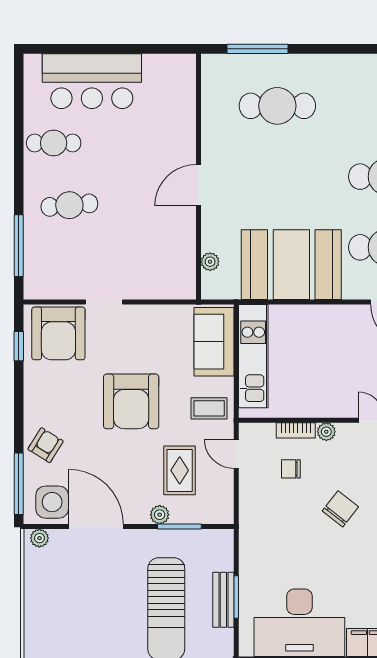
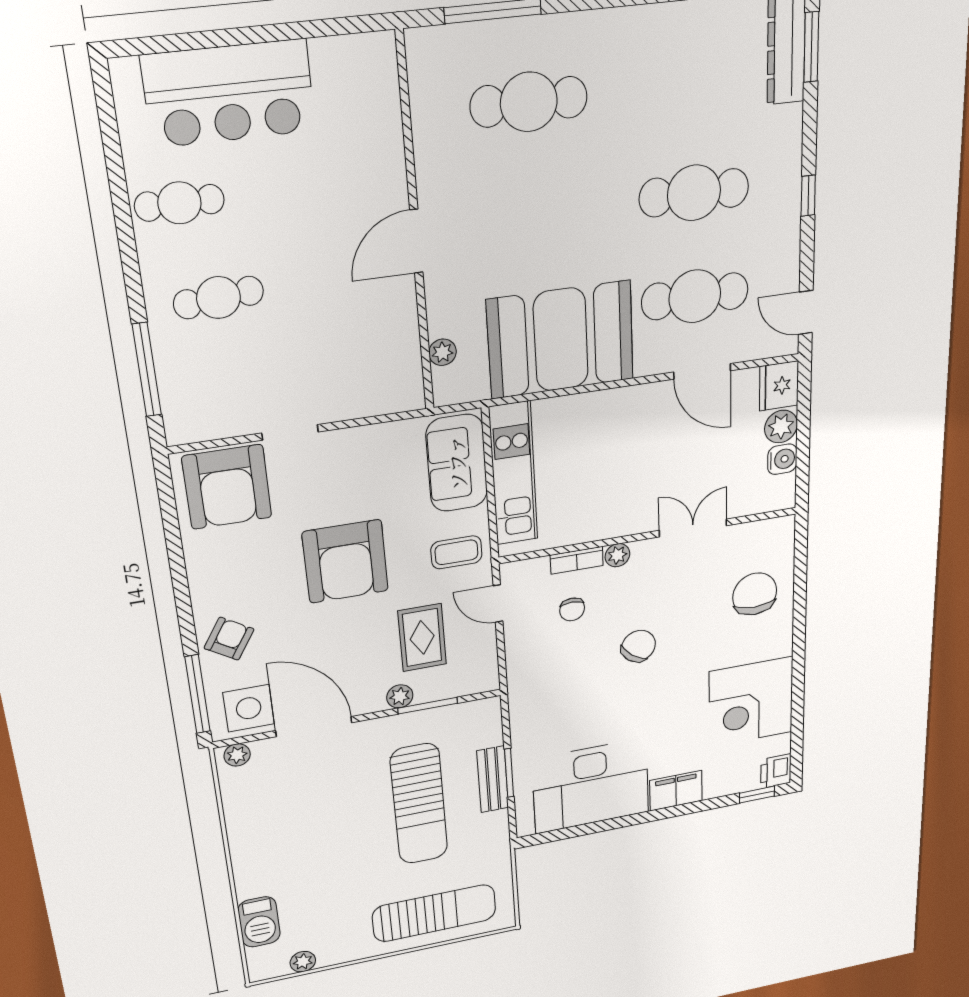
window: (19, 346) -> (169, 514), removed
chair: (291, 469) -> (572, 609), turned -90

